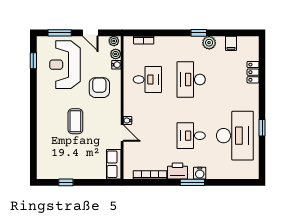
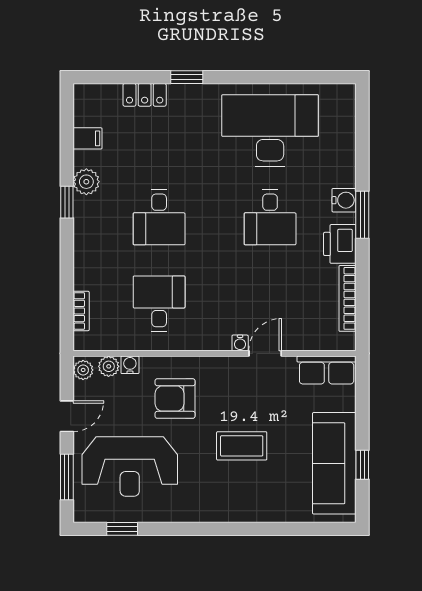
desk: (191, 79) -> (159, 217), width x0.73
window: (262, 128) -> (187, 77), moved
sofa: (67, 168) -> (334, 463), added

